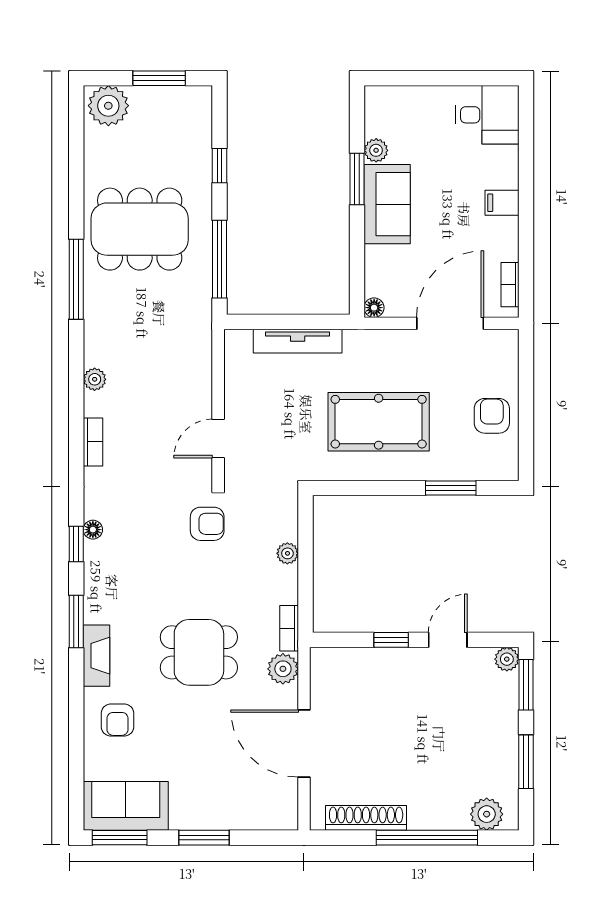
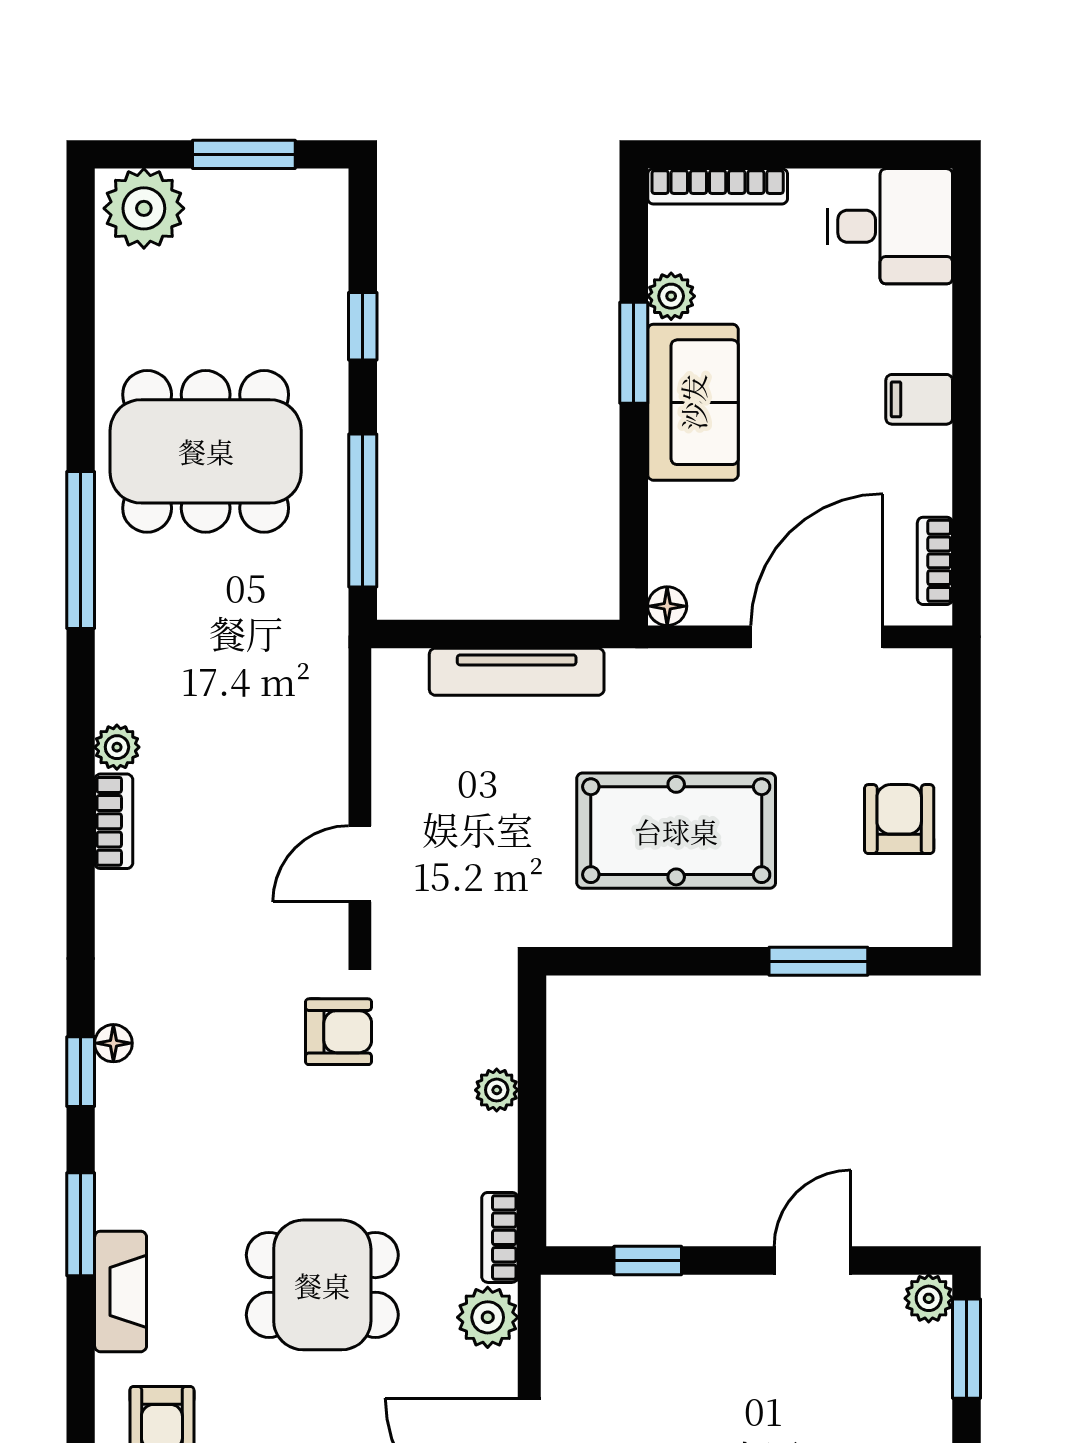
bookcase: (400, 95) -> (718, 186), added
bookcase: (93, 442) -> (114, 821), moved
window: (391, 640) -> (648, 1260), moved

